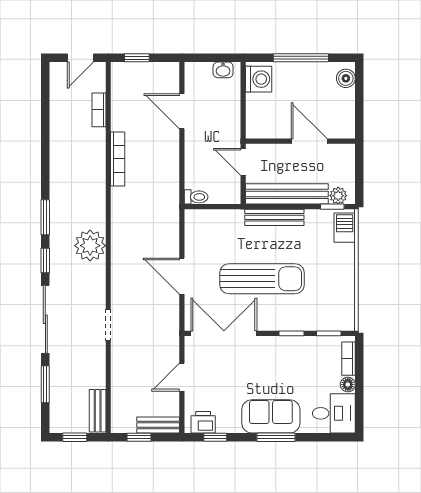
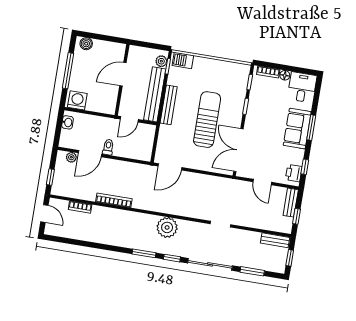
plant: (172, 84) -> (71, 157), added
toilet: (196, 197) -> (108, 147), moved
door: (182, 276) -> (170, 167), moved

